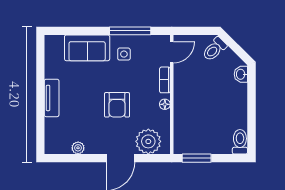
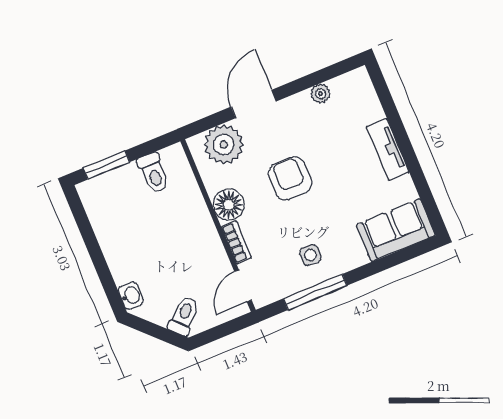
sofa: (87, 48) -> (396, 230), moved
floor lamp: (165, 104) -> (229, 205), width x1.89, depth x1.89
toilet: (240, 142) -> (153, 173), moved
window: (197, 158) -> (107, 165), moved

